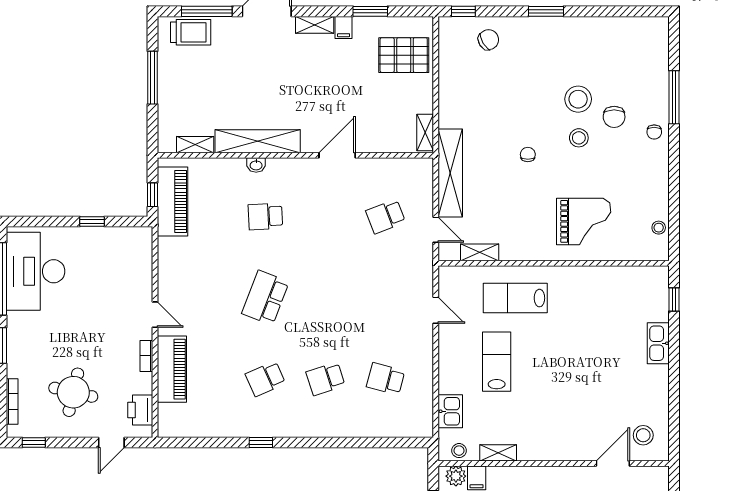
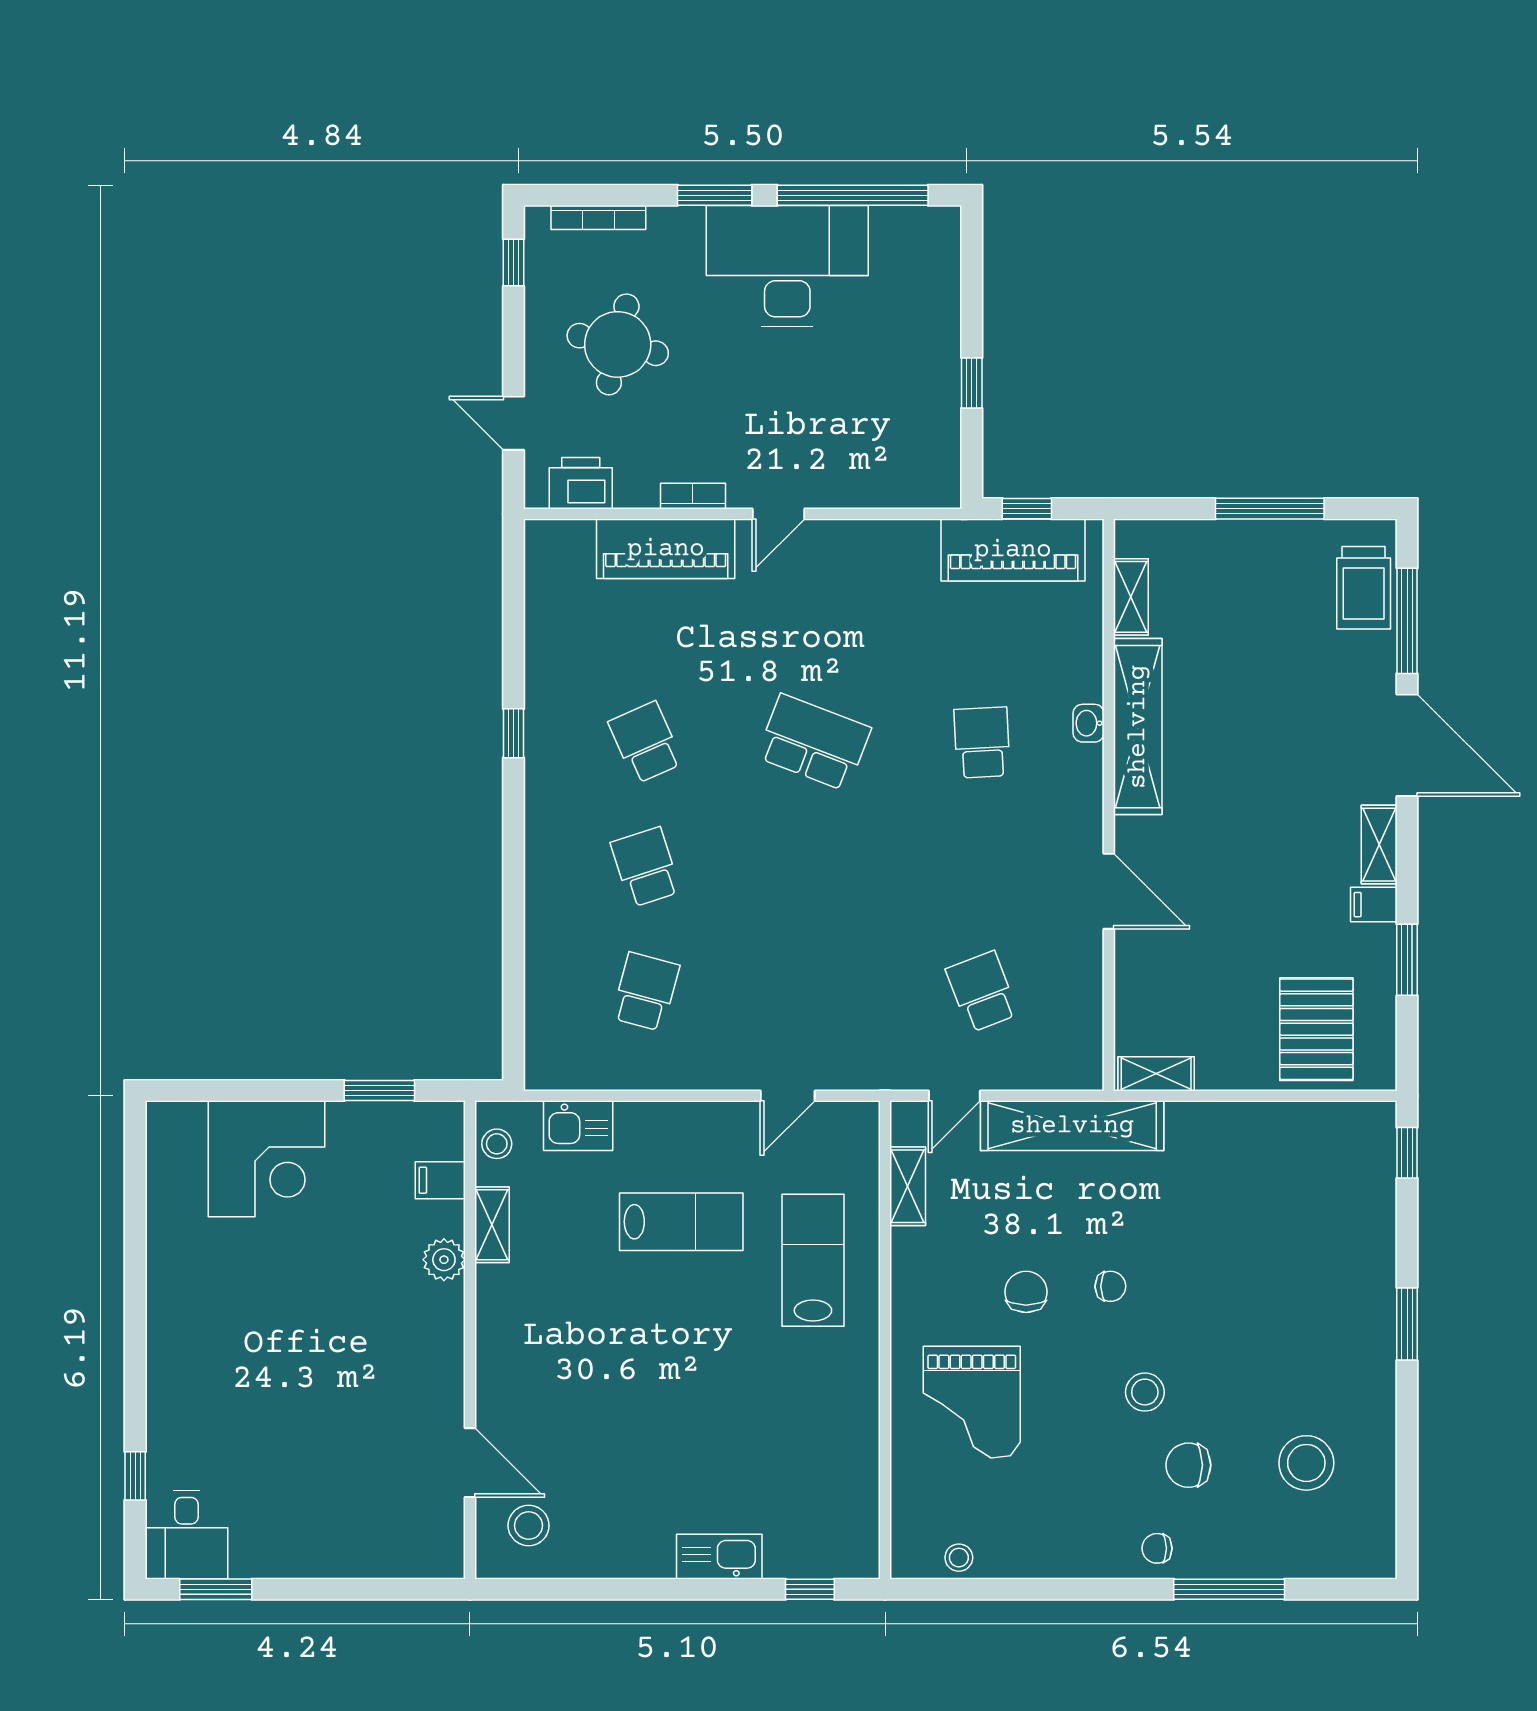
chair: (488, 40) -> (1026, 1292), moved, turned -149
stool: (578, 99) -> (1306, 1463), moved
desk: (35, 271) -> (787, 266), moved
plant: (456, 476) -> (444, 1260), moved

